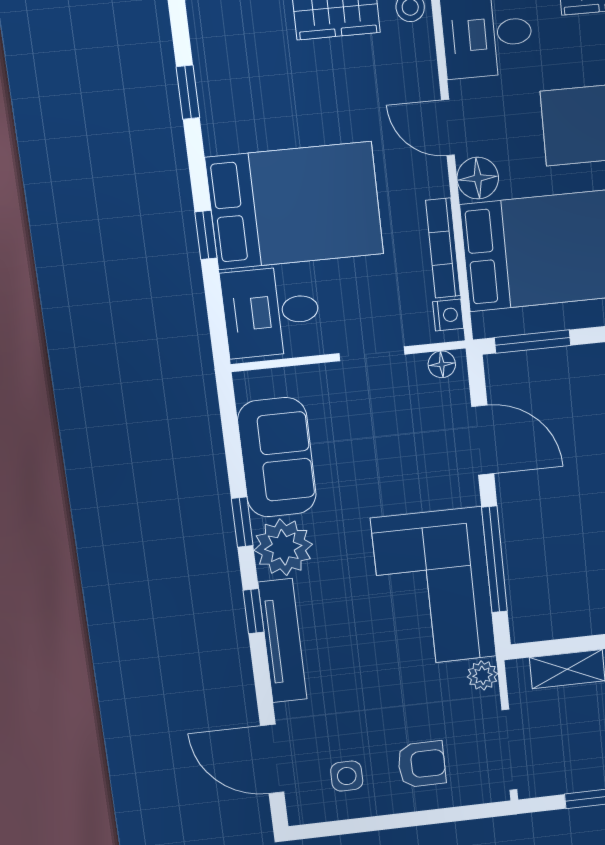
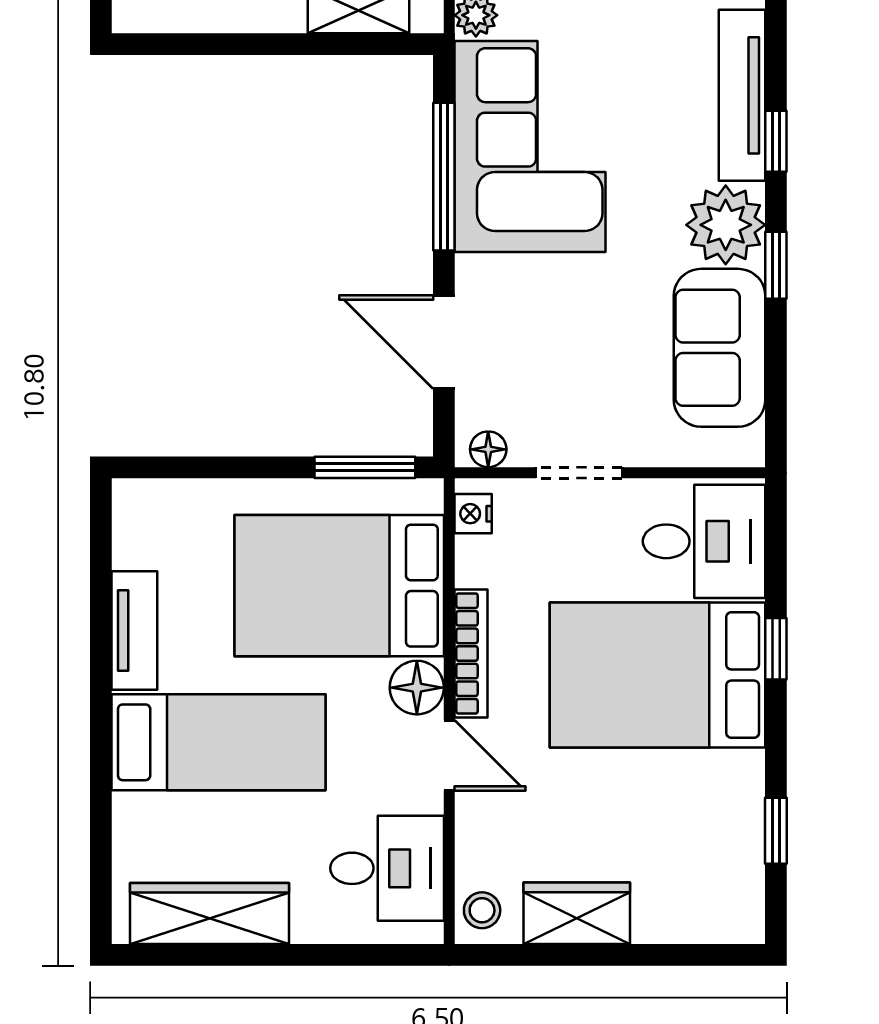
bookcase: (443, 248) -> (471, 653), moved

